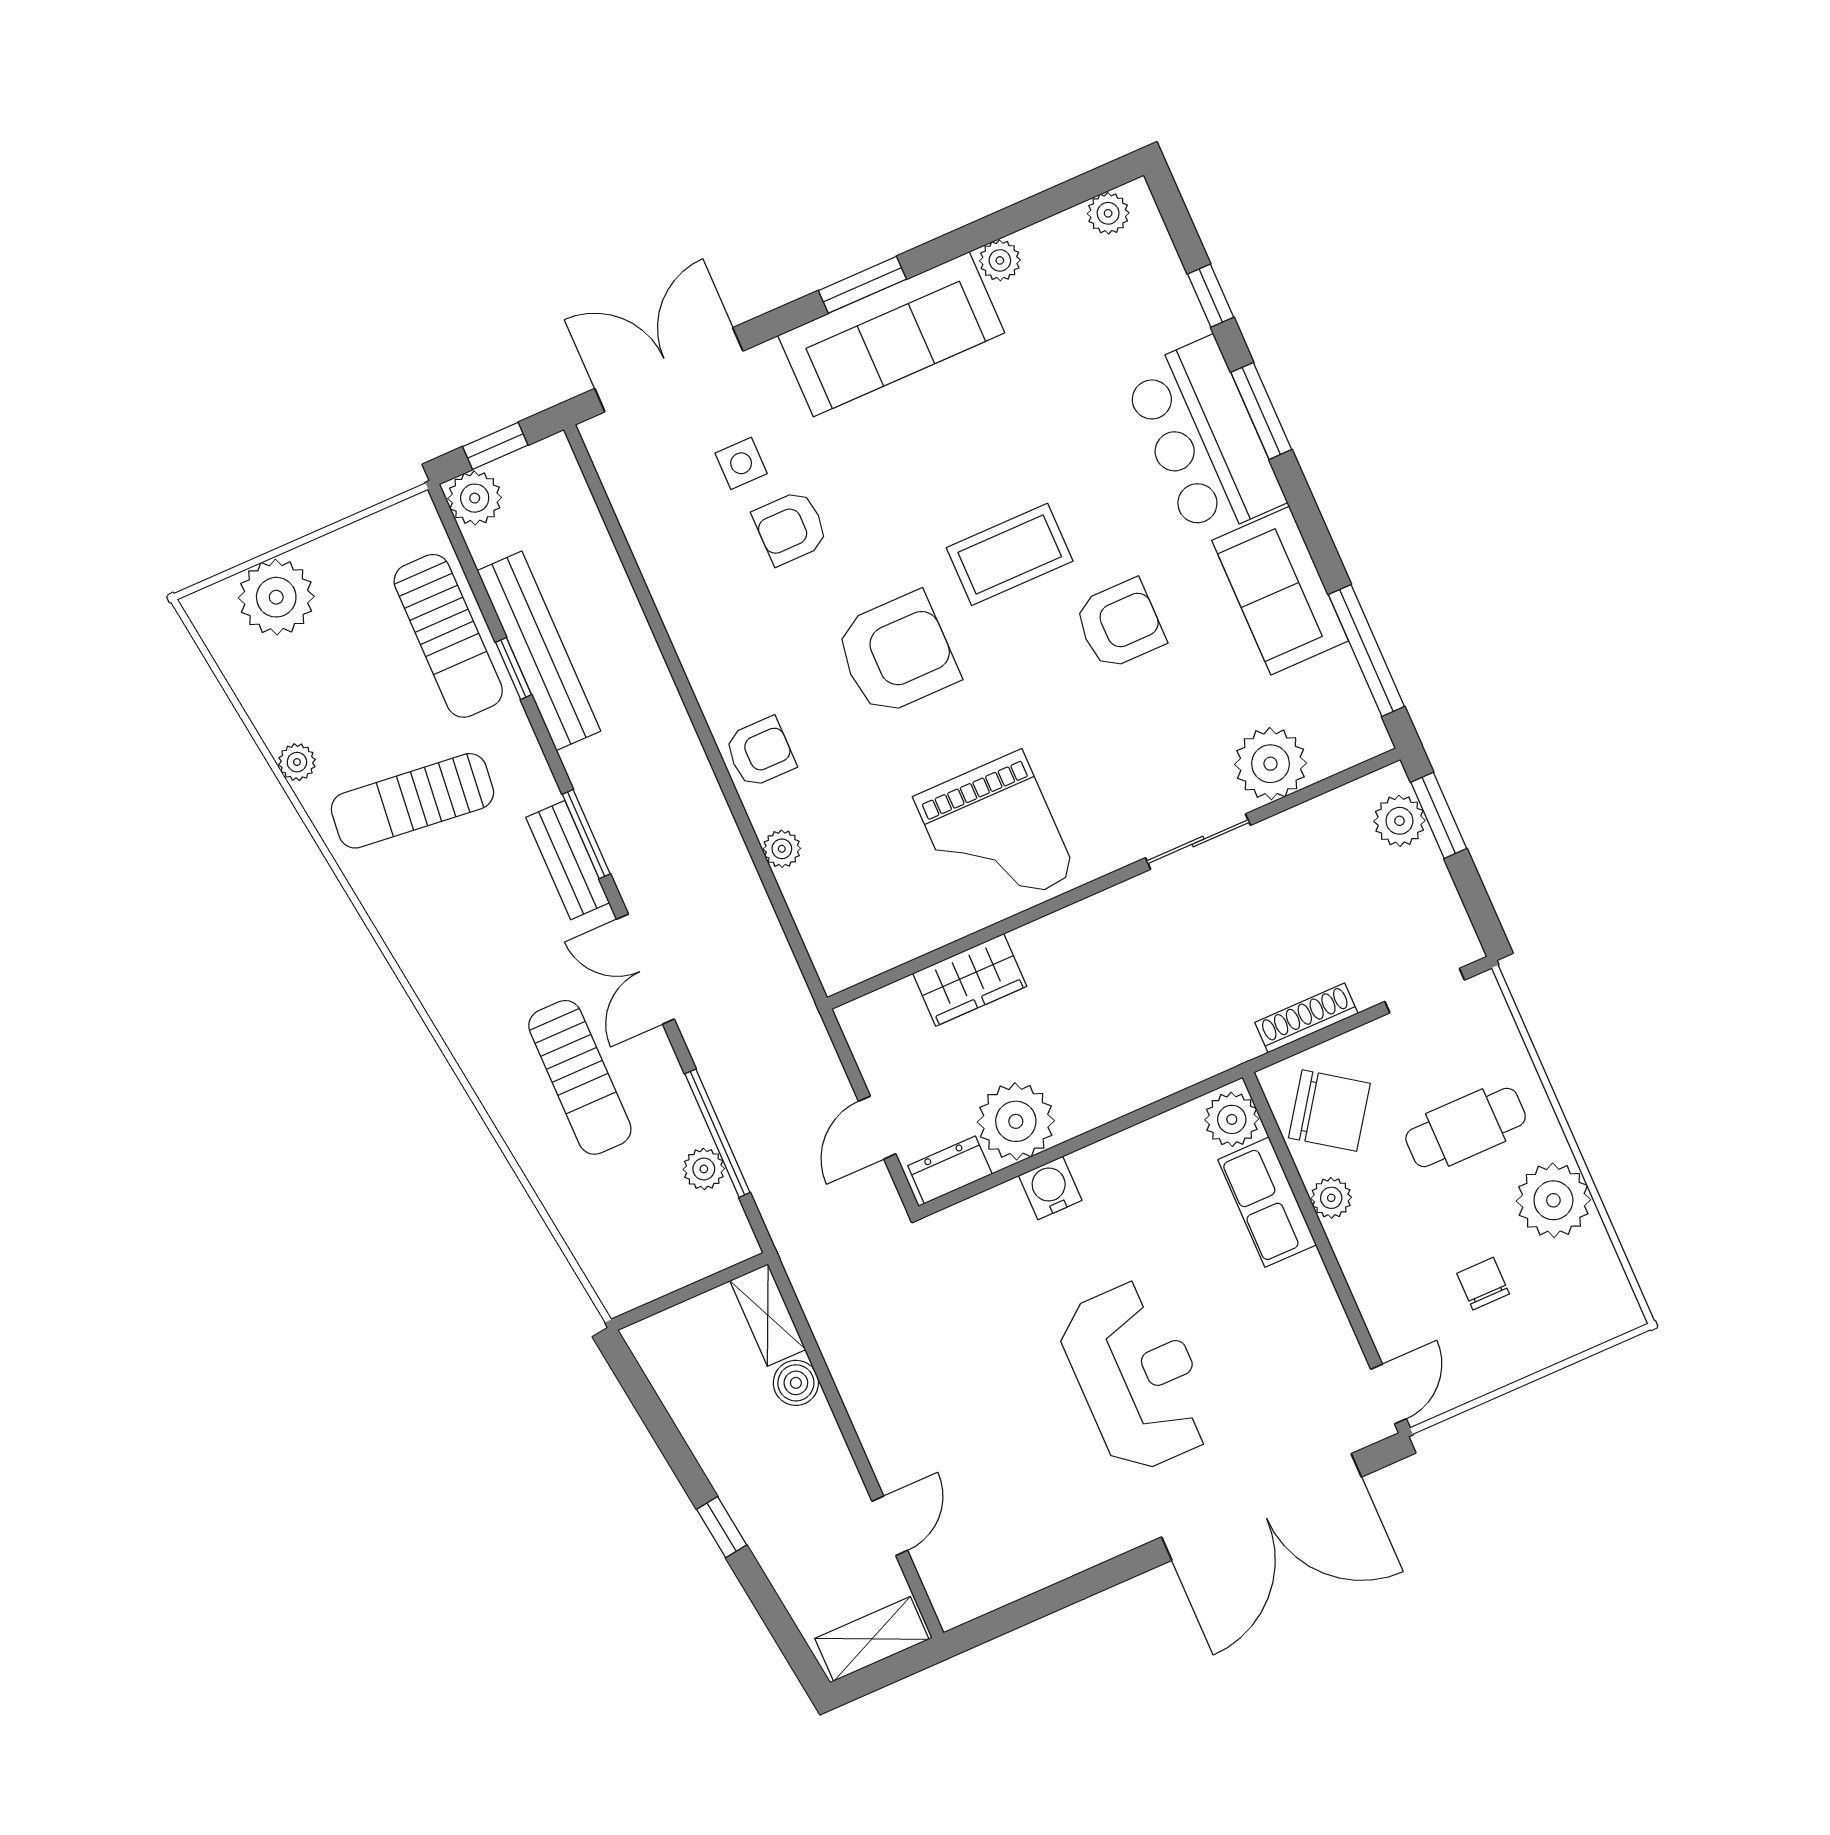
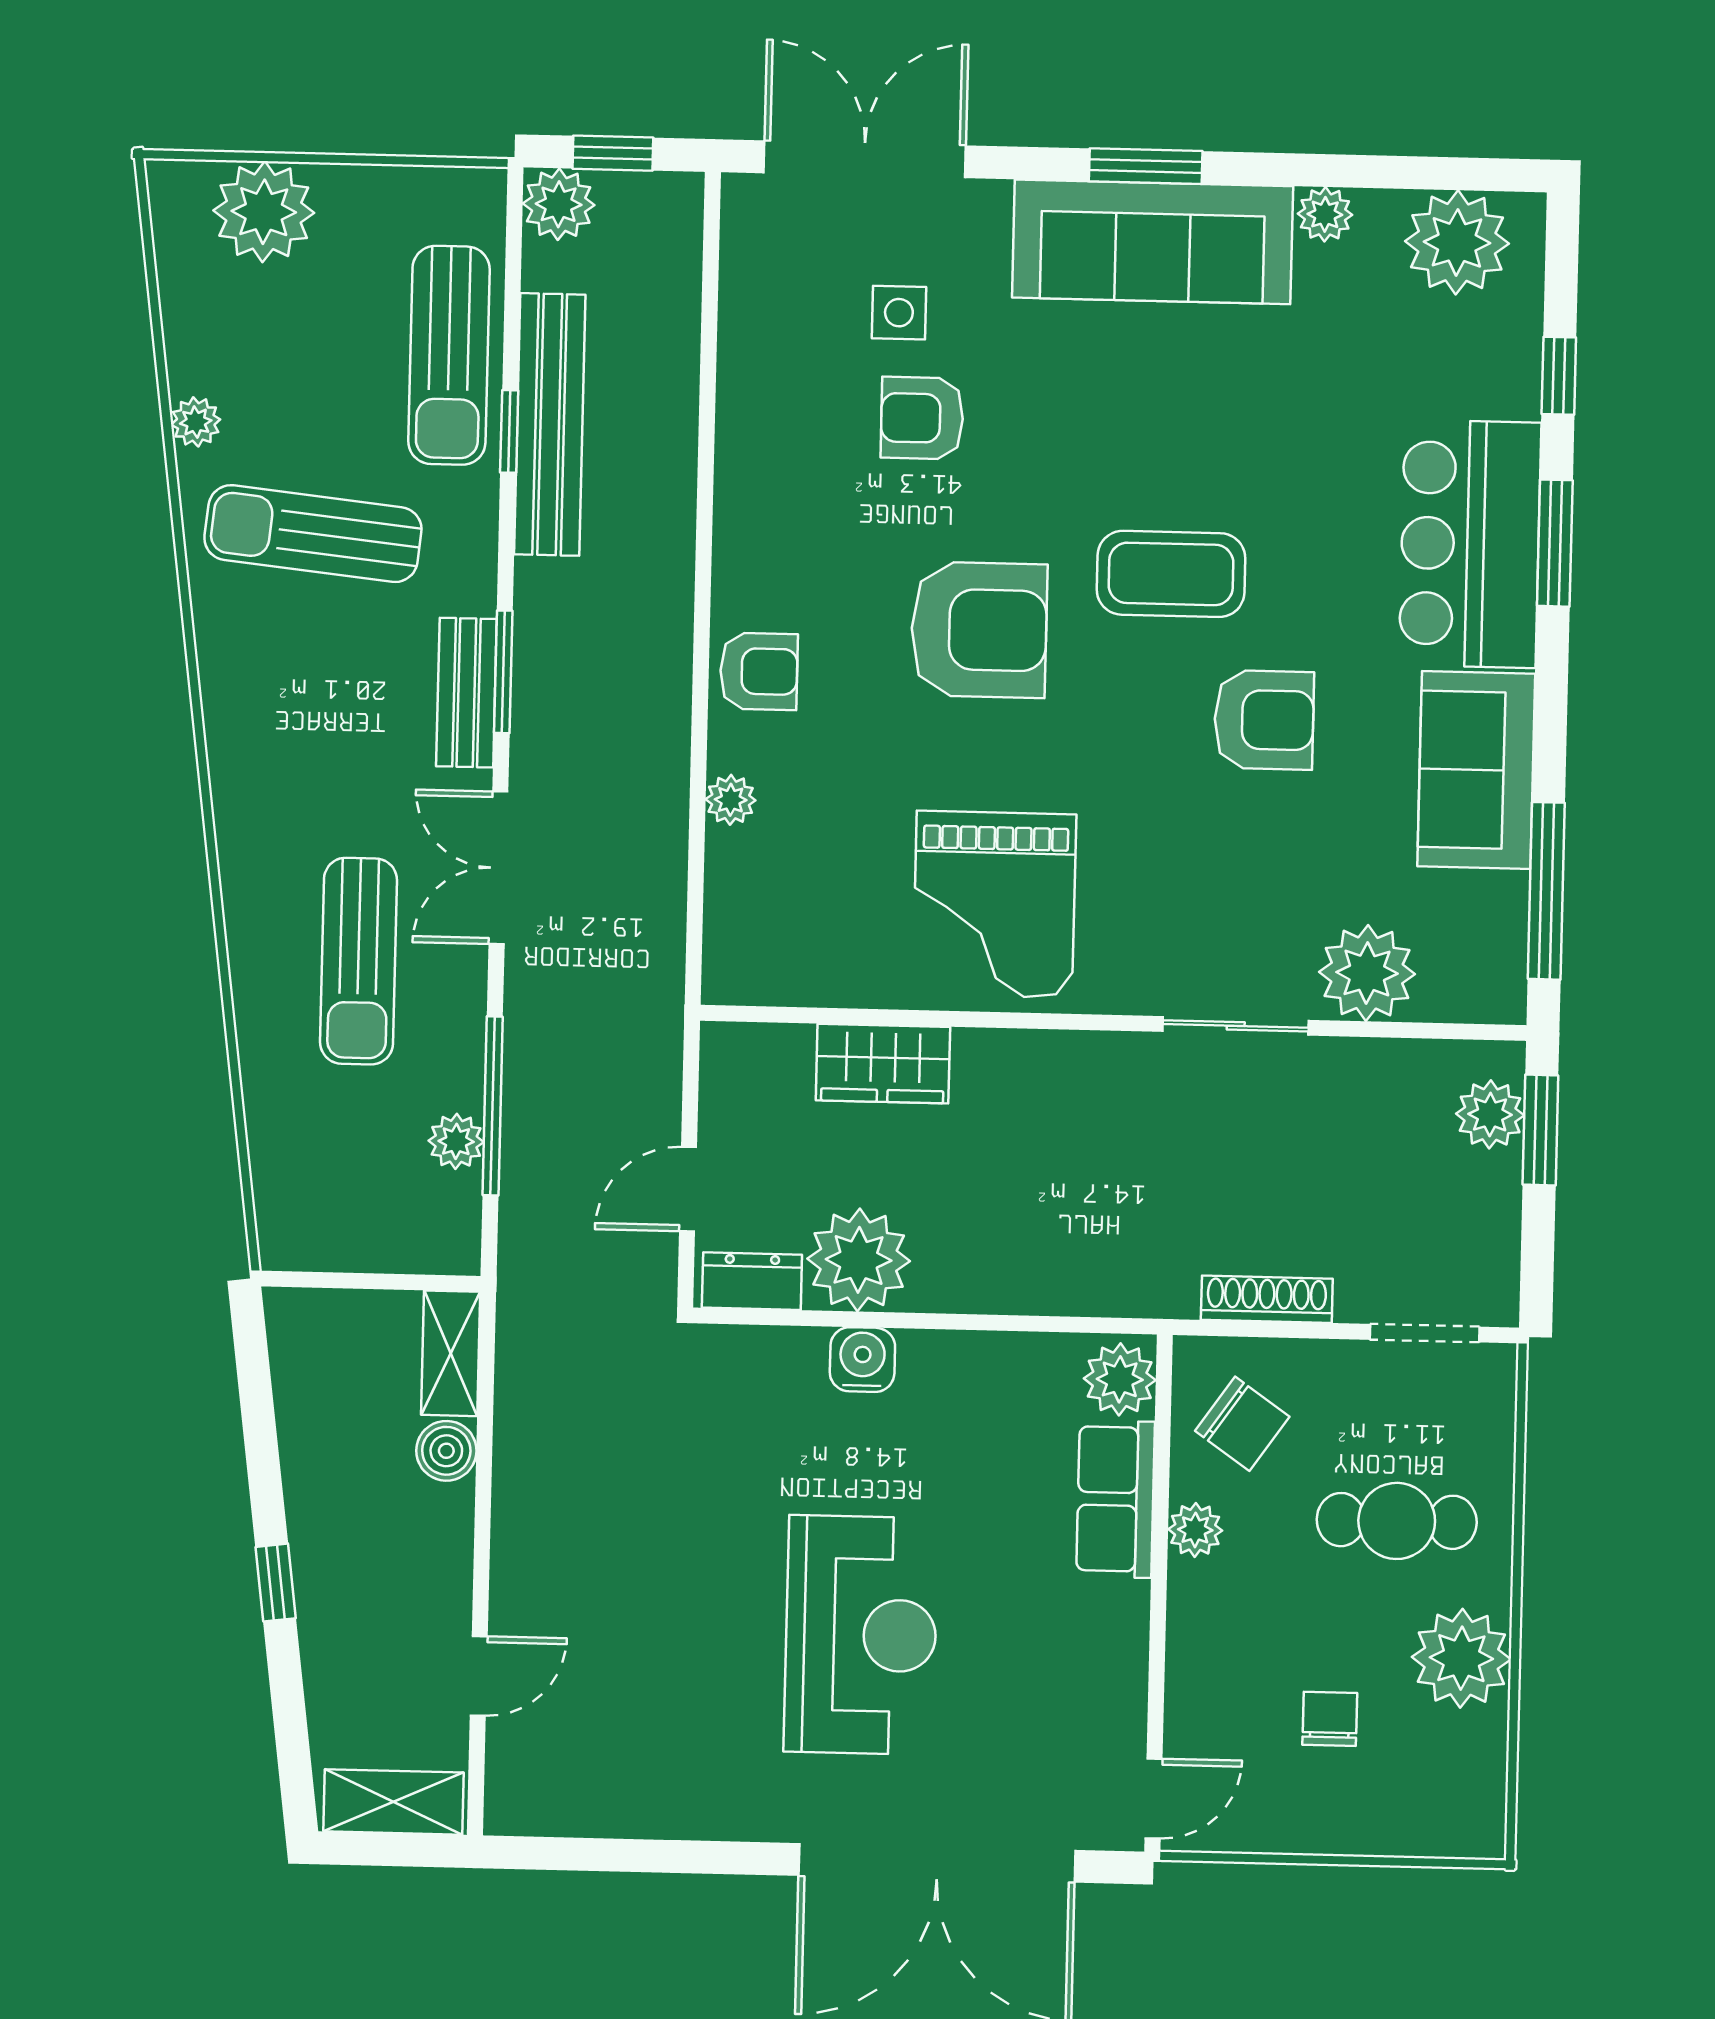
plant: (1108, 213) -> (1457, 242), width x1.88, depth x1.88
chair: (1329, 1111) -> (1242, 1424), width x0.73, depth x0.73

